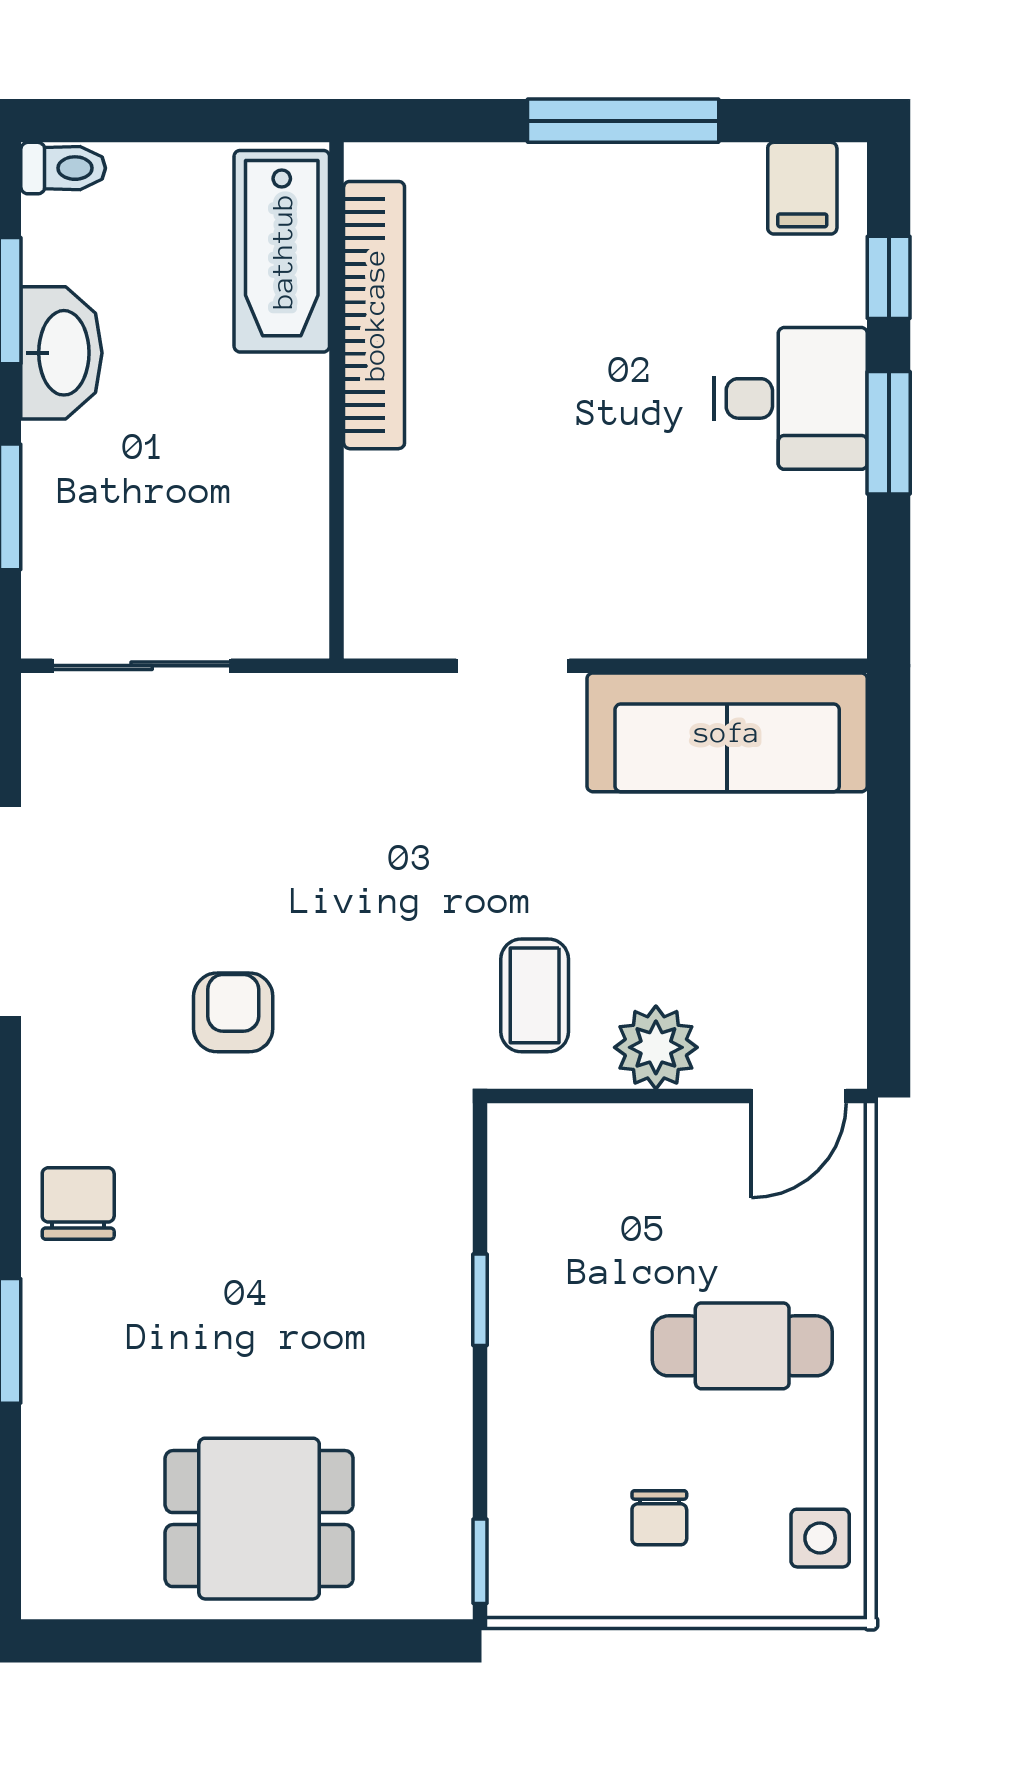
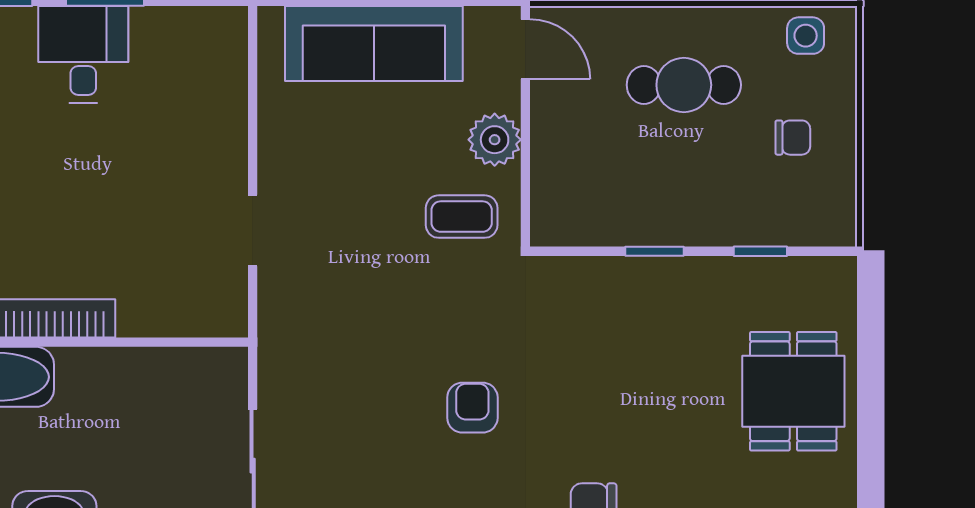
sofa: (727, 732) -> (374, 43), moved, turned 90
armchair: (233, 1012) -> (472, 408), turned 90
cafe table: (742, 1346) -> (684, 85), turned 90
window: (480, 1561) -> (760, 251), moved

